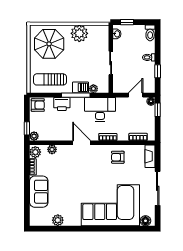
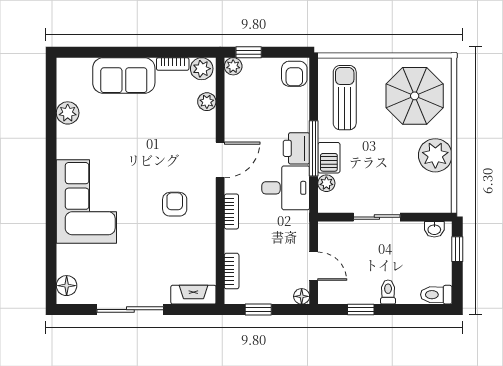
printer: (62, 104) -> (296, 148), moved
desk: (100, 109) -> (286, 188), width x0.73
window: (158, 110) -> (258, 310), moved
armchair: (118, 157) -> (175, 204), moved
corner sofa: (110, 205) -> (86, 201), width x0.73, depth x0.74

